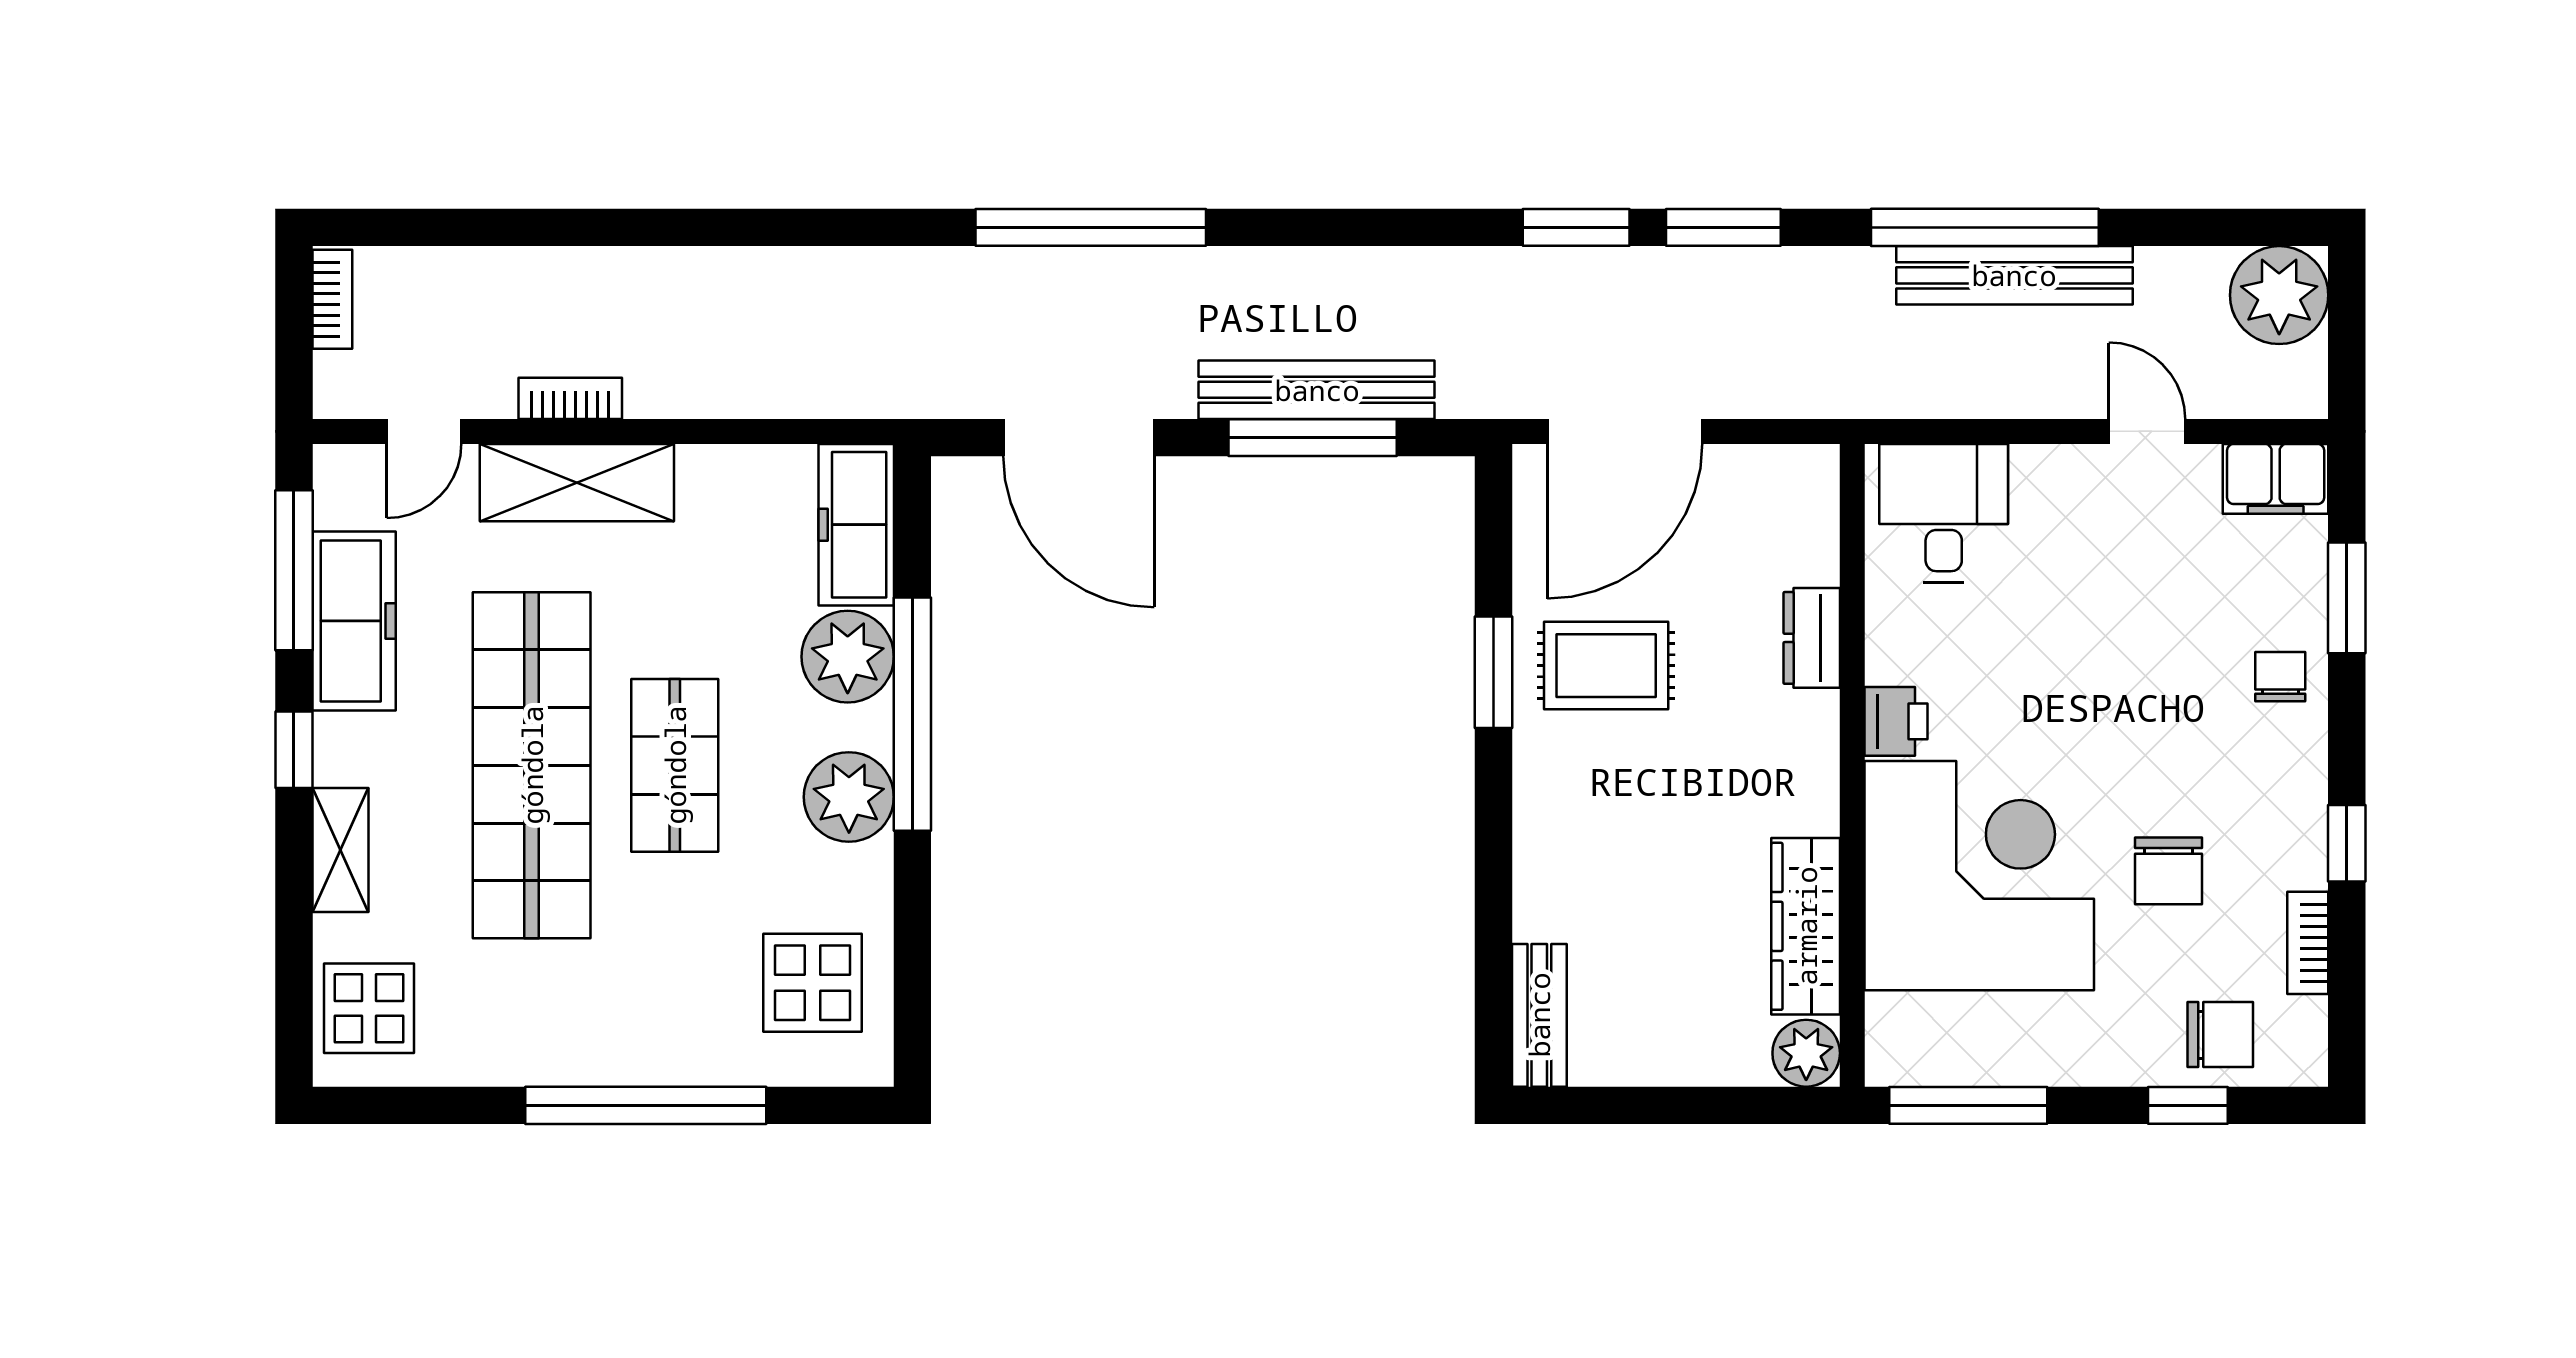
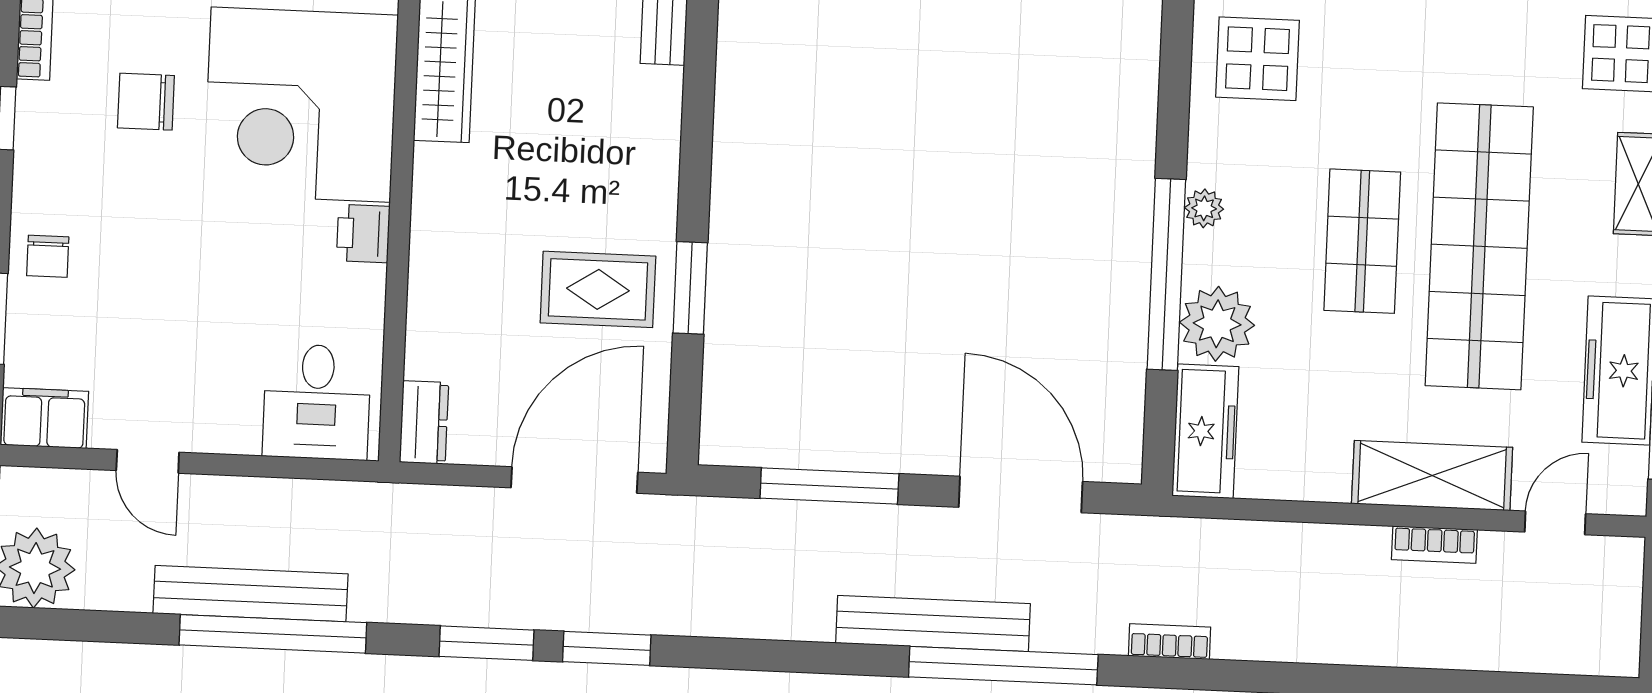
bookcase: (332, 299) -> (1170, 642), moved, turned 90
bench: (1317, 390) -> (933, 623), moved
dresser: (1812, 638) -> (424, 422), moved
plant: (849, 797) -> (1204, 208), width x0.53, depth x0.53
chair: (2169, 871) -> (146, 102), turned -90

